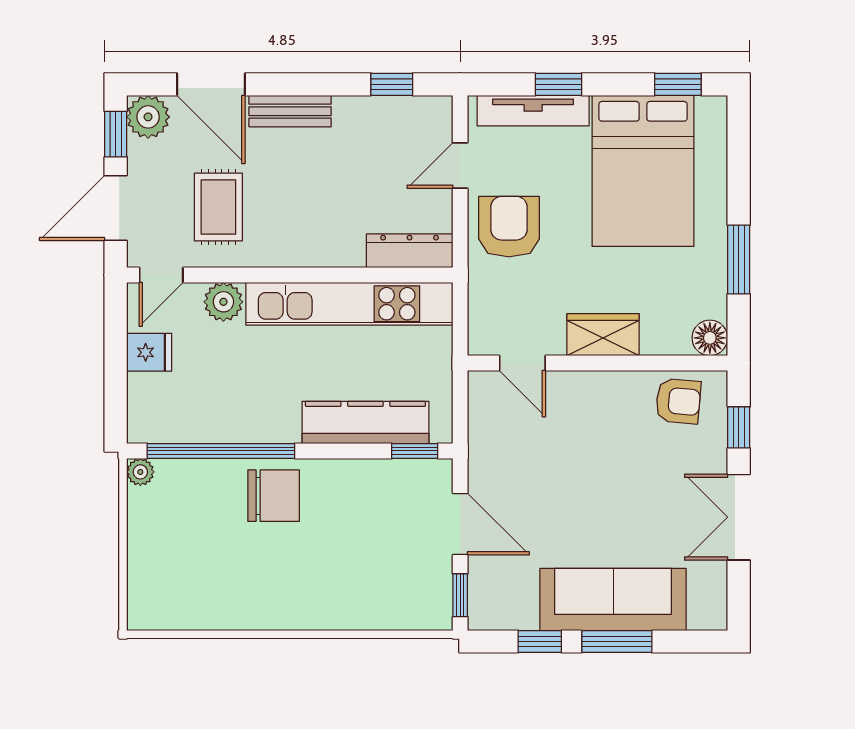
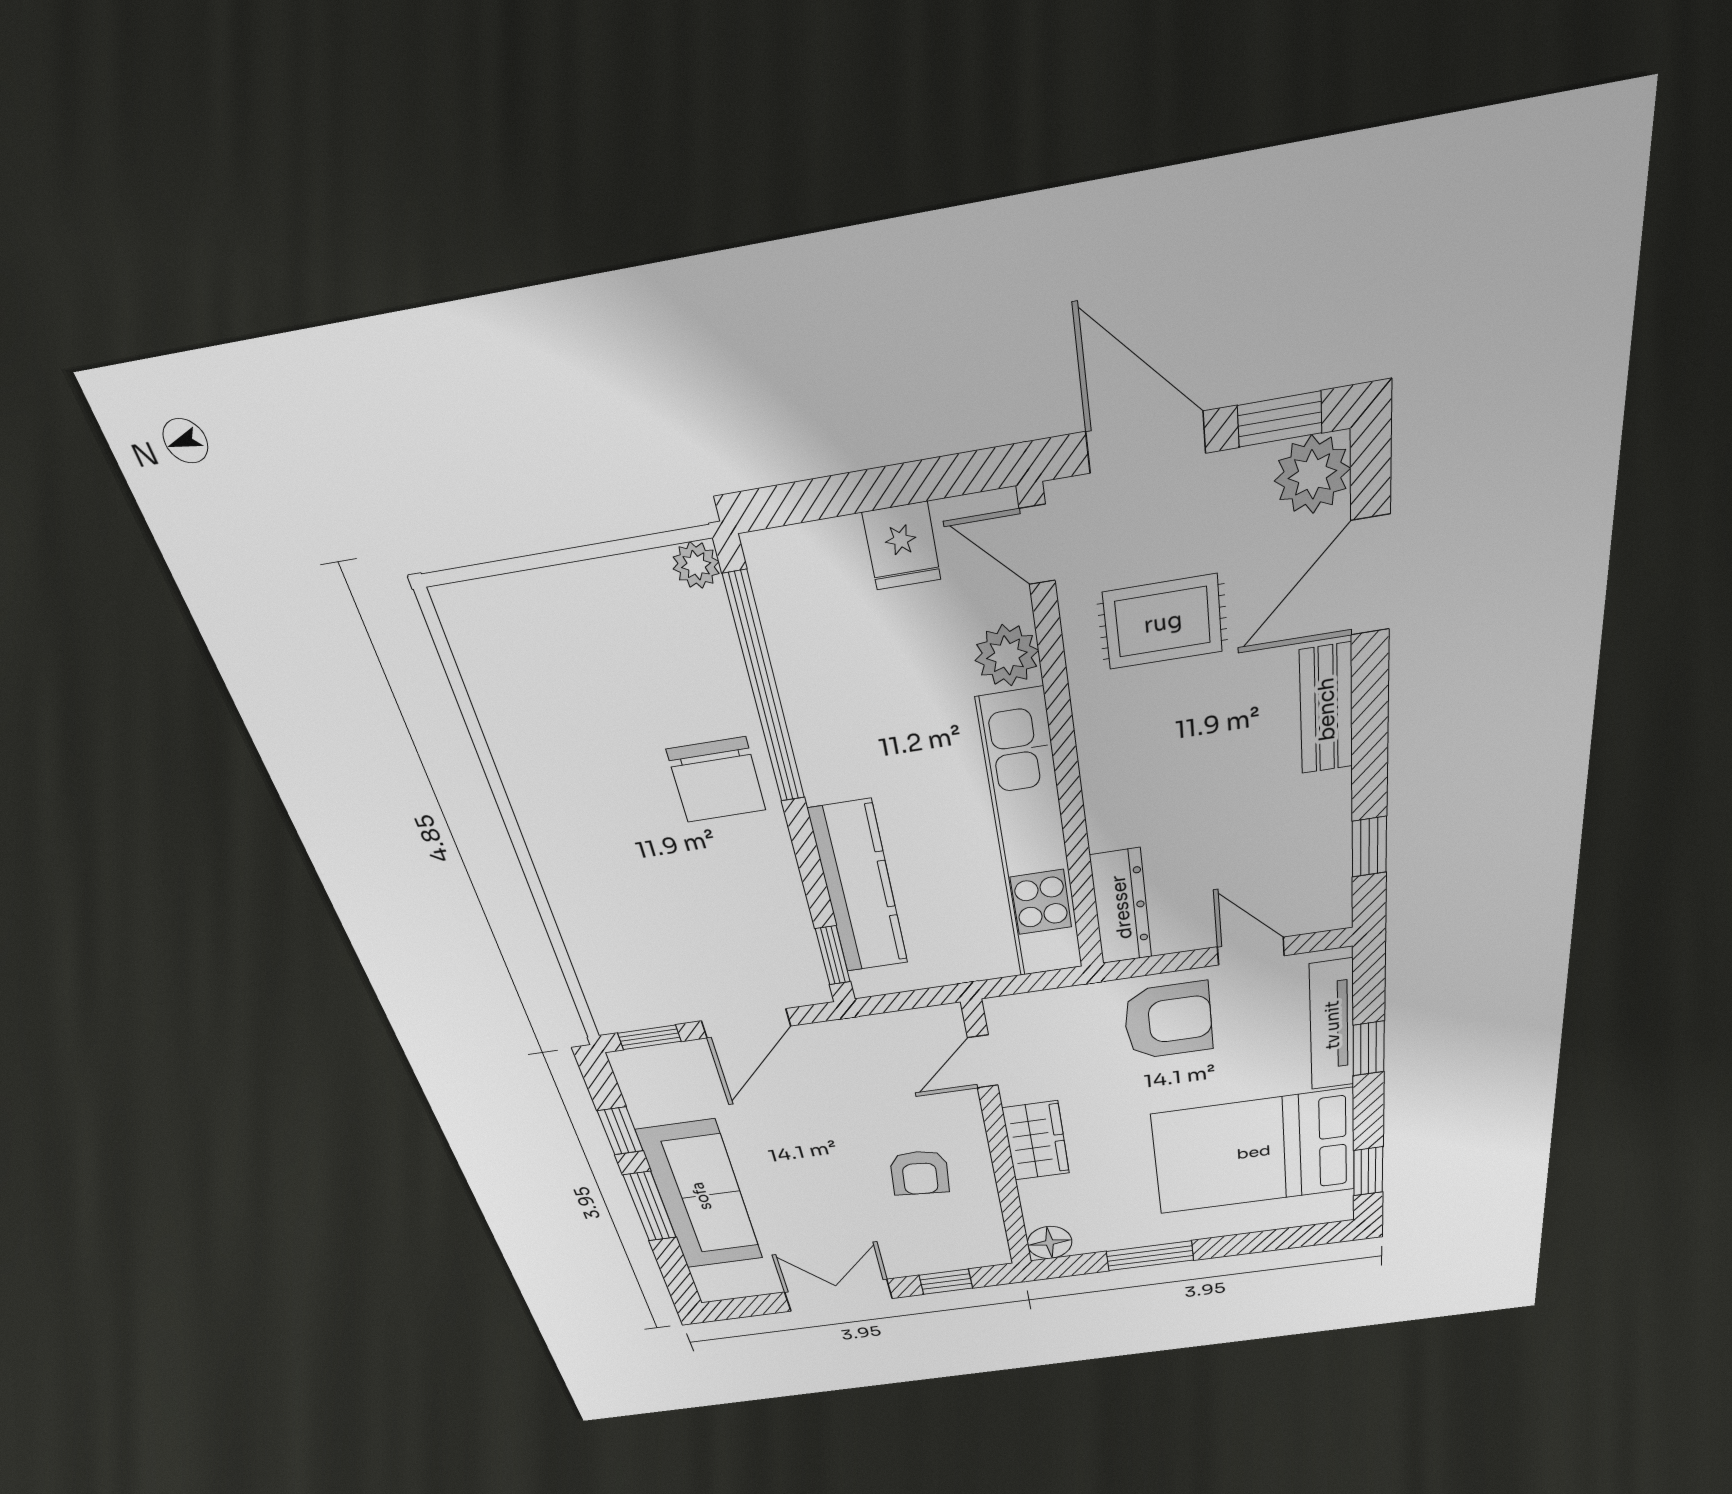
armchair: (678, 401) -> (920, 1173), moved

